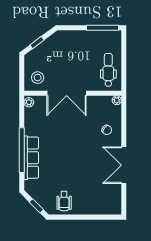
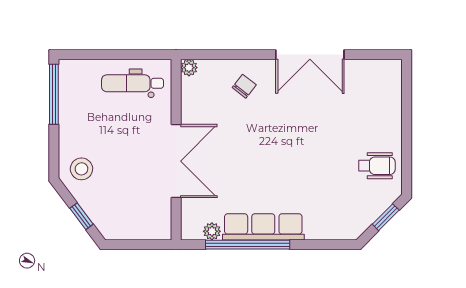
stool: (38, 78) -> (81, 169), moved
plant: (29, 102) -> (212, 231), moved
window: (22, 150) -> (248, 245), moved
row of seats: (31, 158) -> (263, 227), moved

